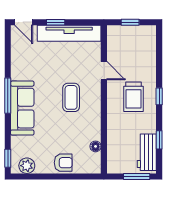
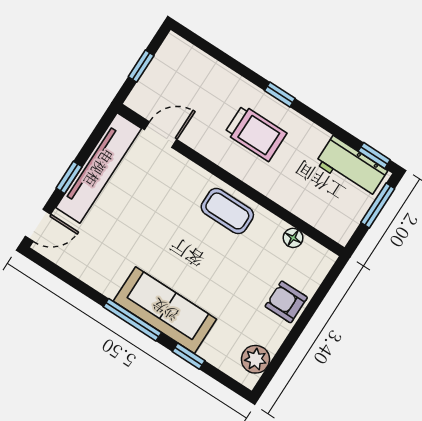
door: (104, 71) -> (161, 135), moved
coffee table: (71, 97) -> (227, 211), moved
window: (159, 140) -> (374, 156), moved
window: (8, 158) -> (189, 356), moved
armchair: (63, 163) -> (286, 302), turned -90

